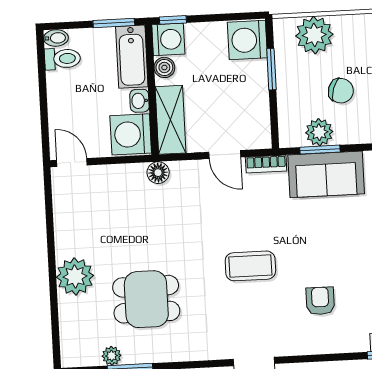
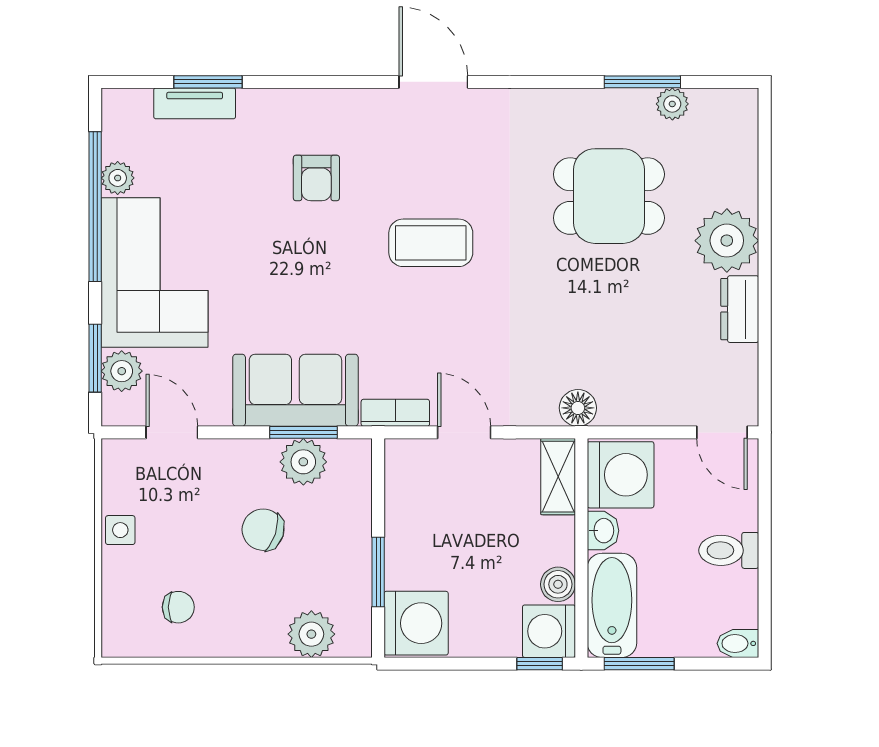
plant: (314, 35) -> (311, 634), width x0.73, depth x0.73
toilet: (62, 59) -> (729, 550), moved
shelving: (170, 120) -> (558, 477), width x0.67, depth x0.75
dresser: (65, 236) -> (740, 309), added

